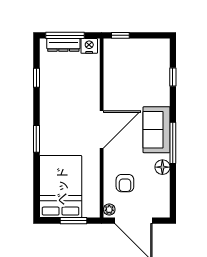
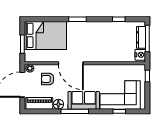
corner sofa: (149, 76) -> (120, 95), added
door: (102, 130) -> (71, 63), moved
piano: (161, 195) -> (39, 103), added

